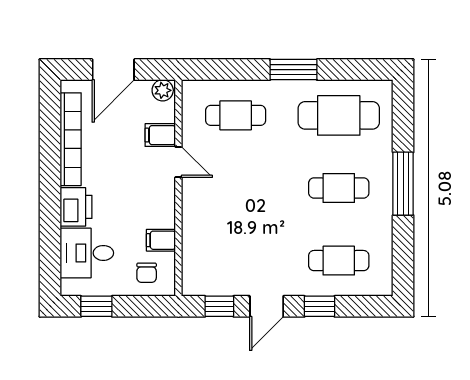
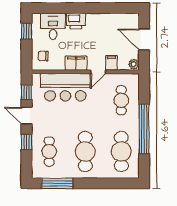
window: (294, 70) -> (144, 129), width x2.11
bookcase: (71, 139) -> (110, 18), removed
window: (403, 184) -> (57, 183), moved
cafe table: (339, 188) -> (85, 151), width x1.37, depth x1.35
bar counter: (209, 228) -> (65, 87), added
filing cabinet: (161, 240) -> (76, 63), moved, width x2.00

